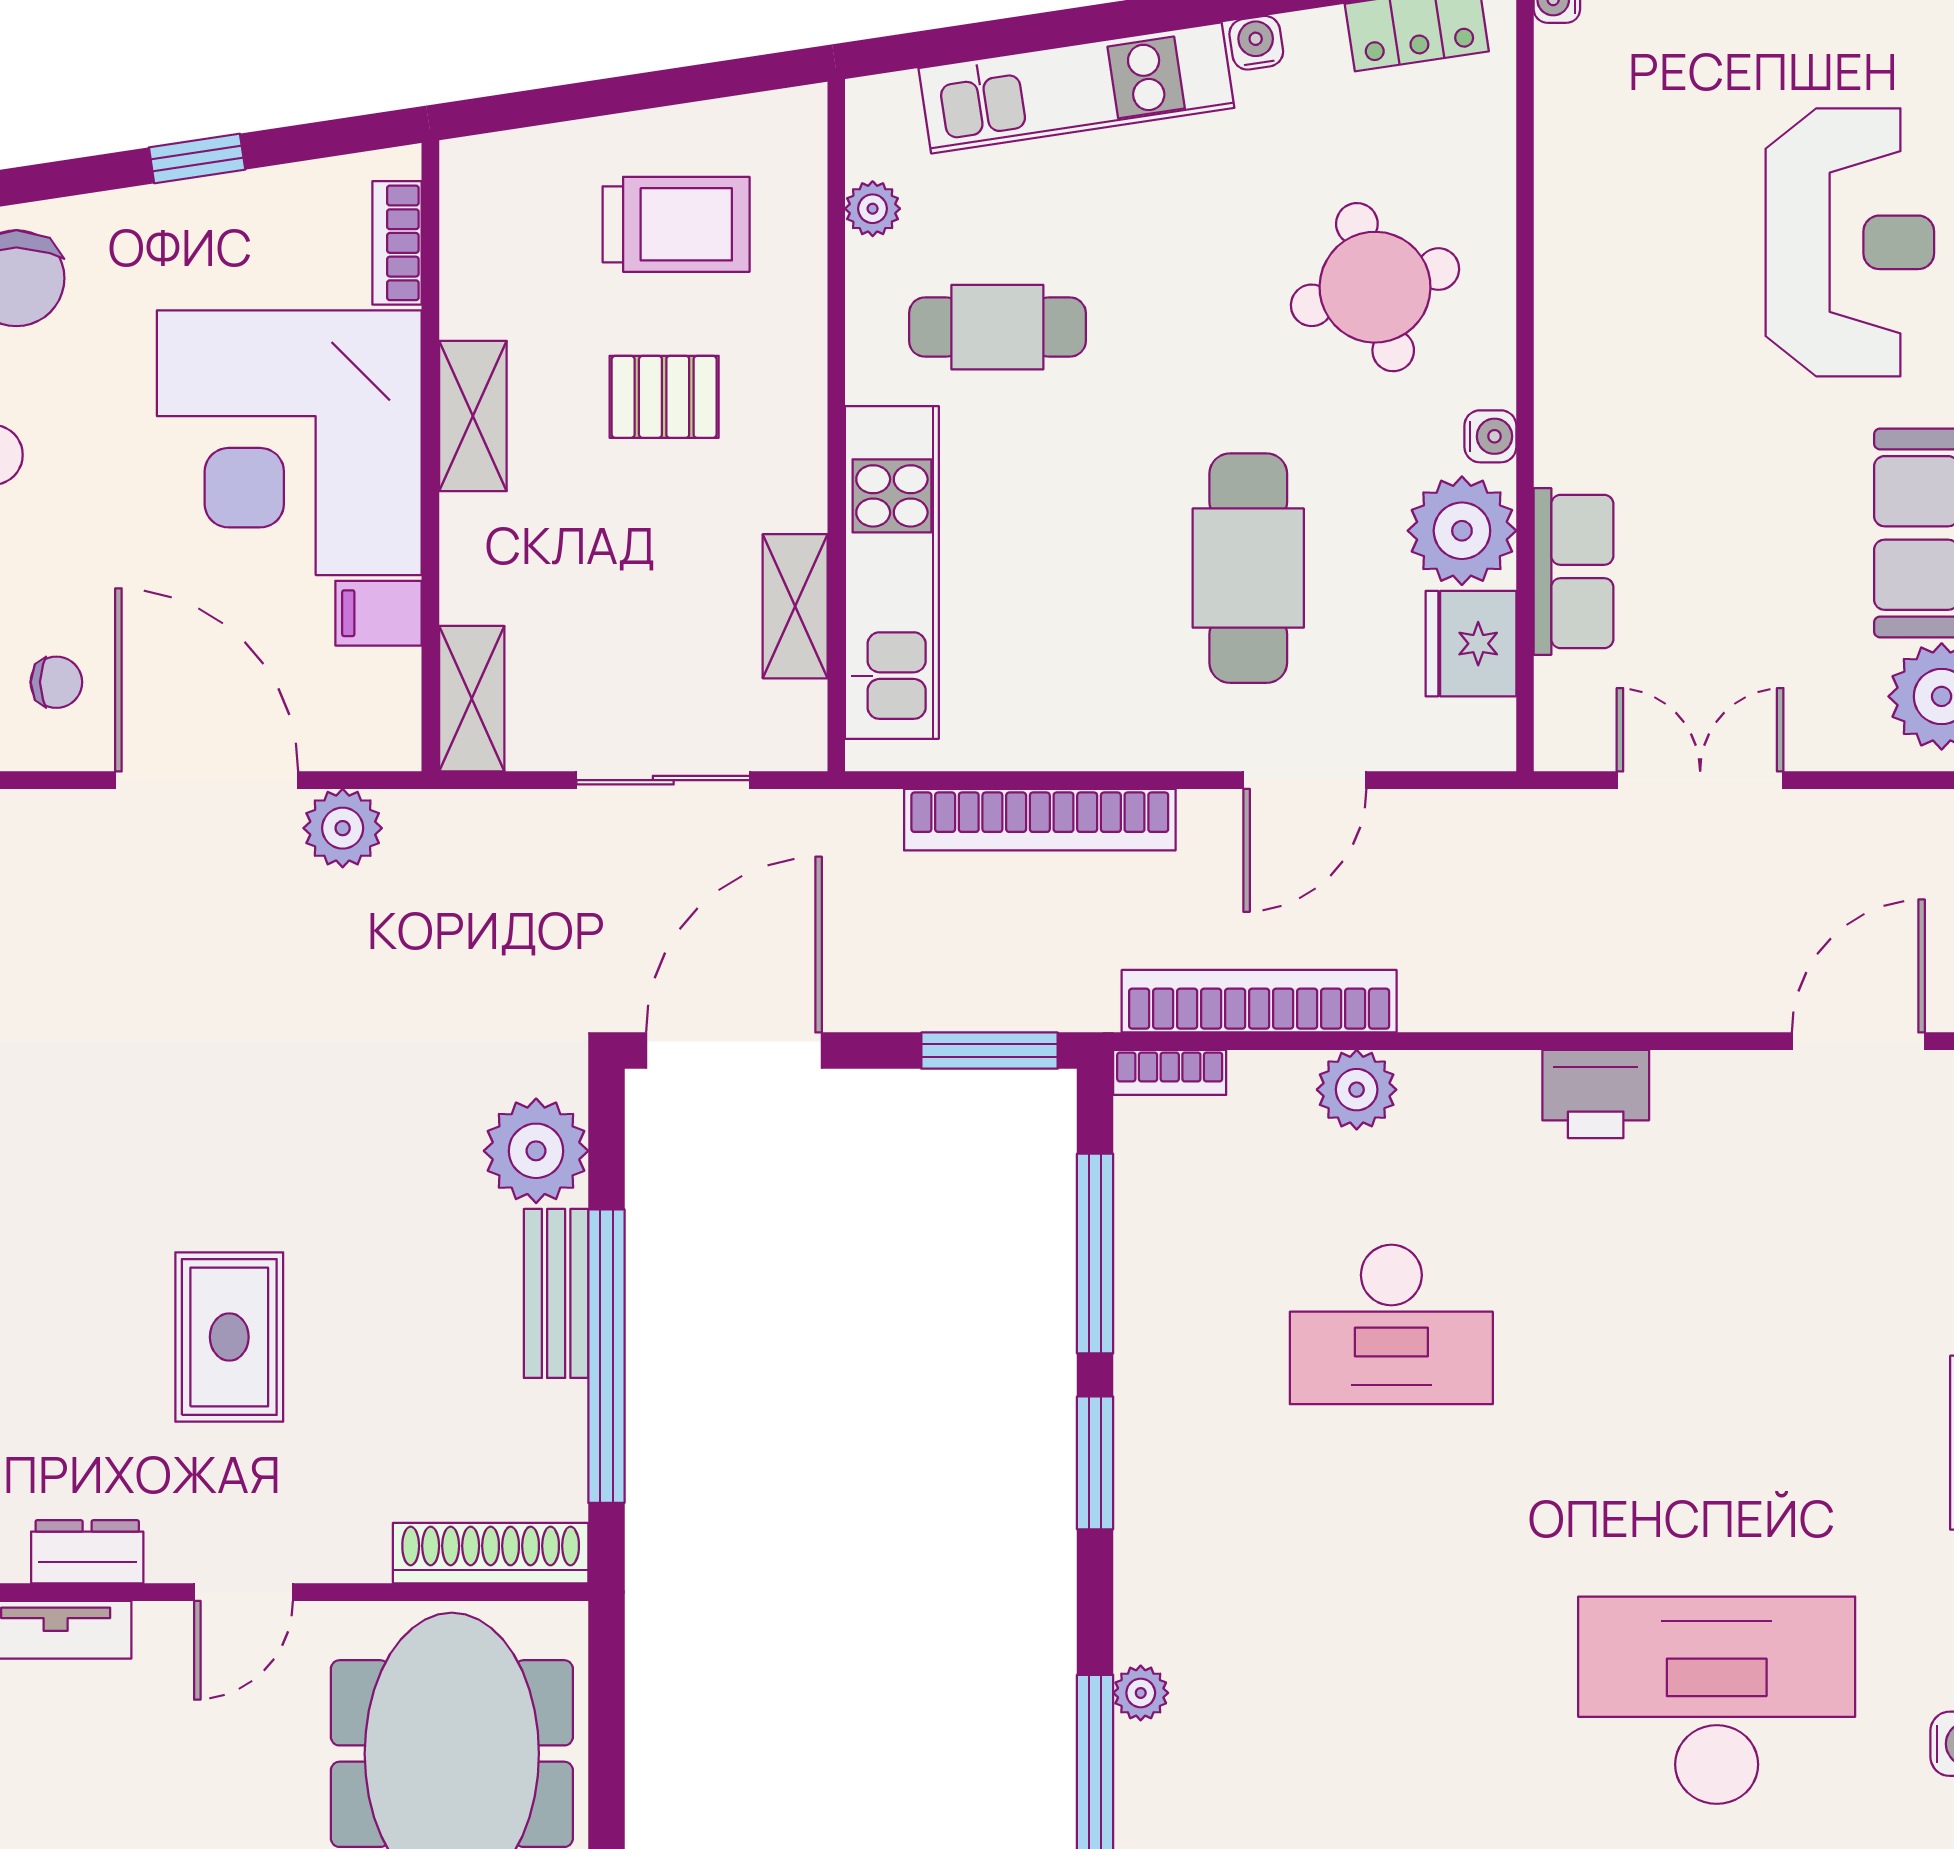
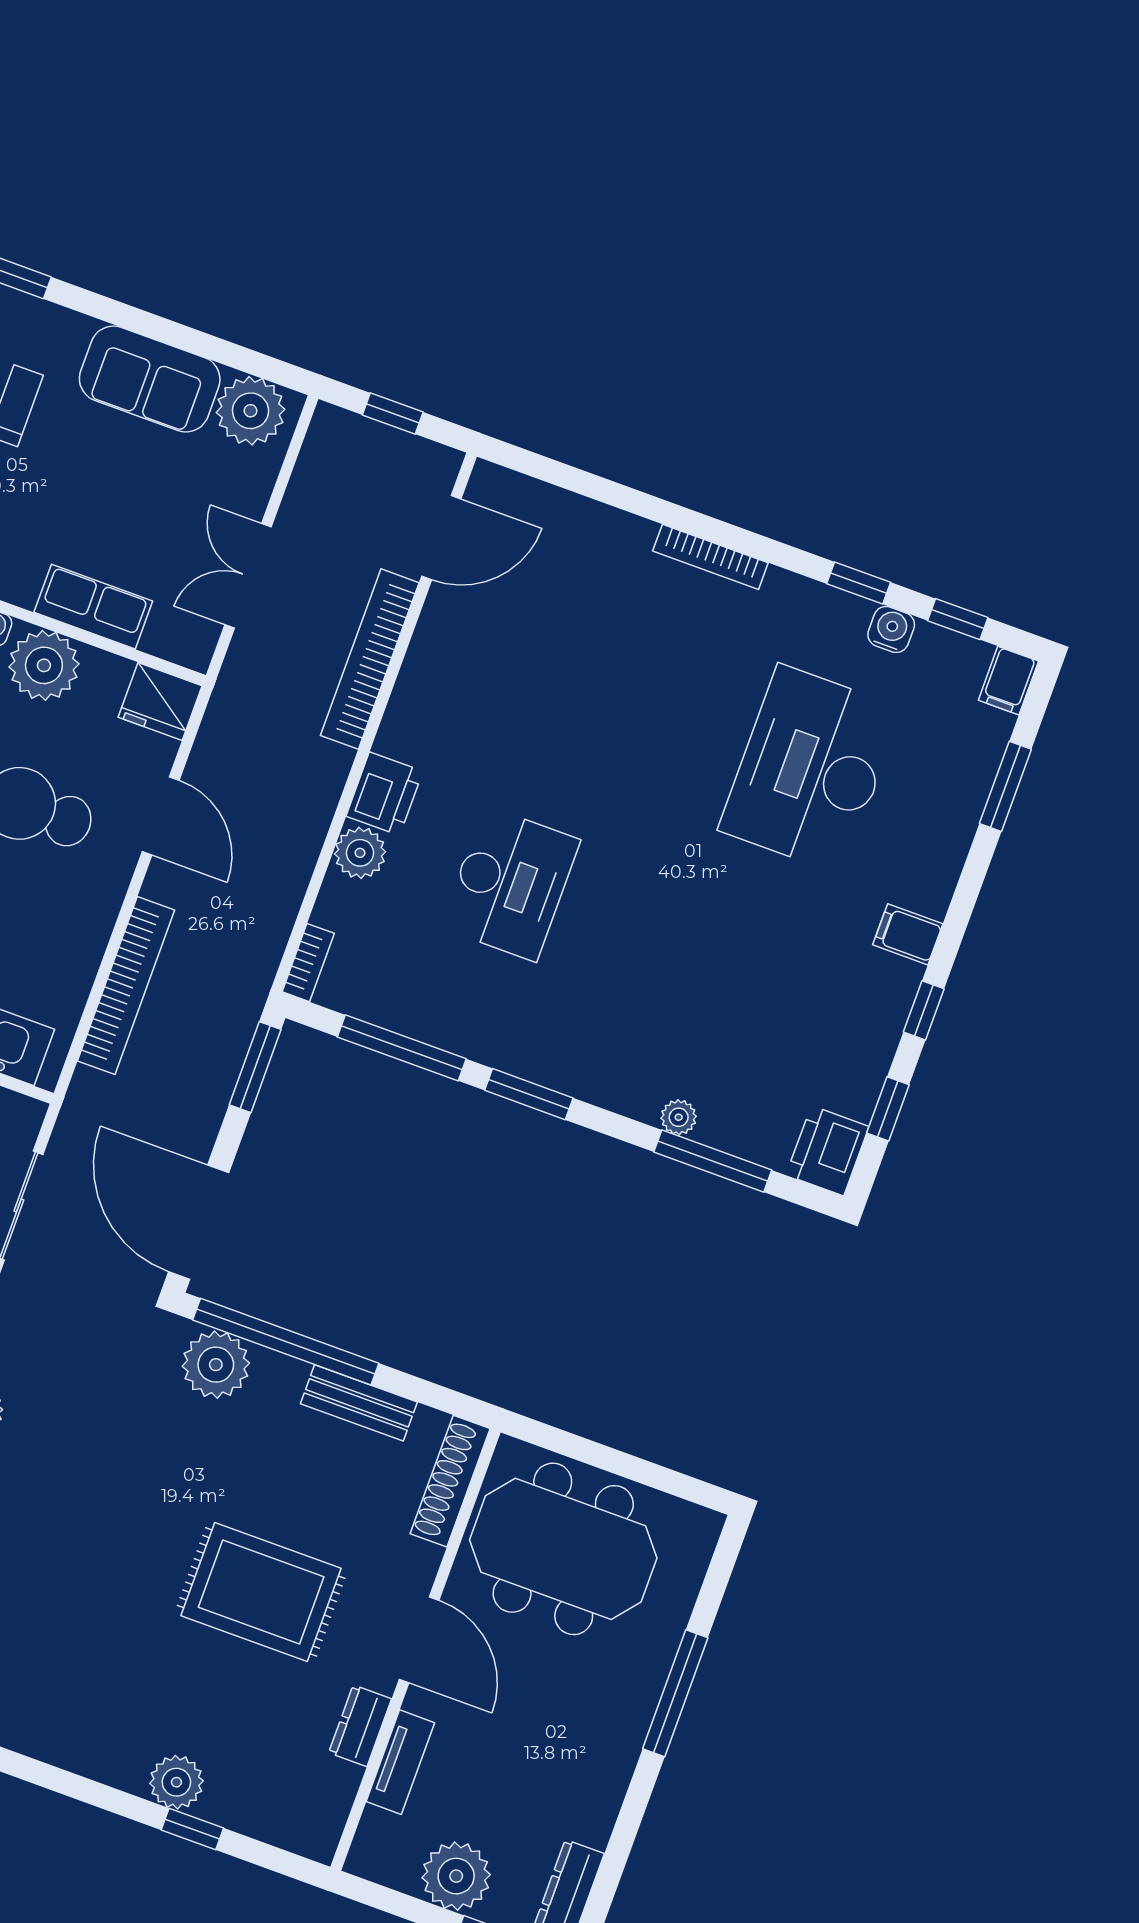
fridge: (1471, 644) -> (160, 701), moved
bookcase: (1259, 1001) -> (370, 659), moved
door: (1858, 1041) -> (441, 537), swing flipped
printer: (1596, 1094) -> (384, 794), moved
bench: (556, 1293) -> (359, 1403), moved
rug: (229, 1337) -> (261, 1592), width x1.36, depth x1.43
window: (606, 1356) -> (286, 1342), moved
door: (243, 1592) -> (419, 1640), width x1.38

